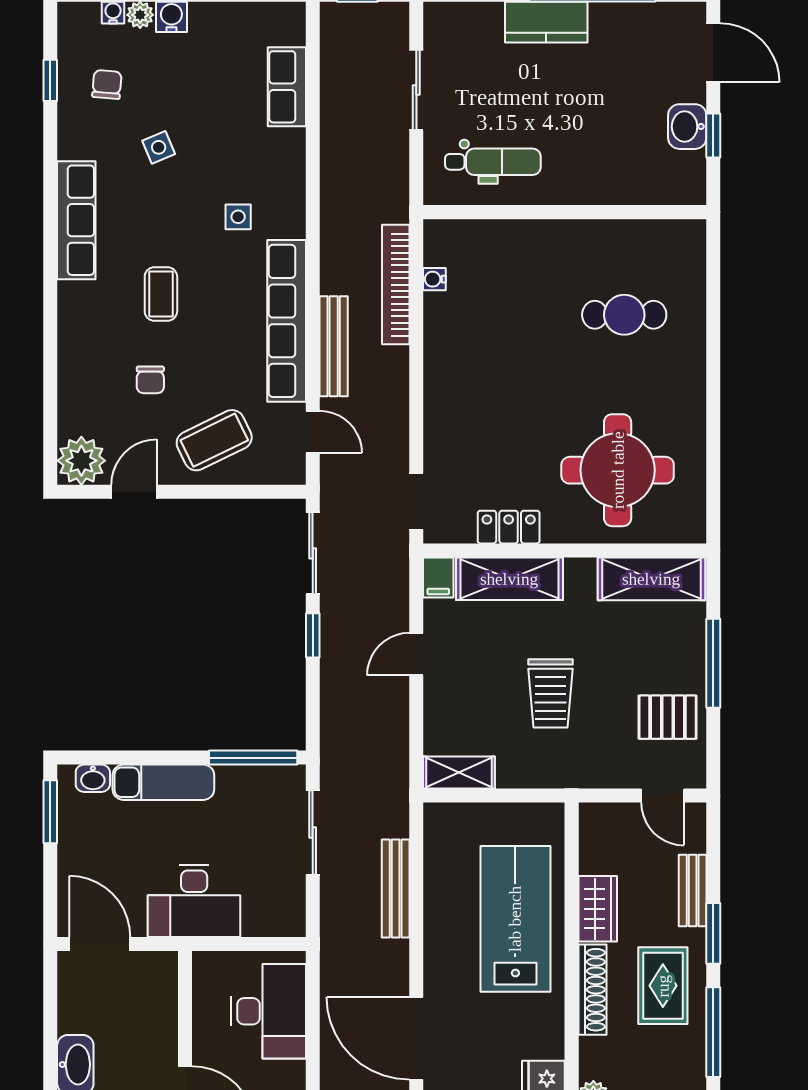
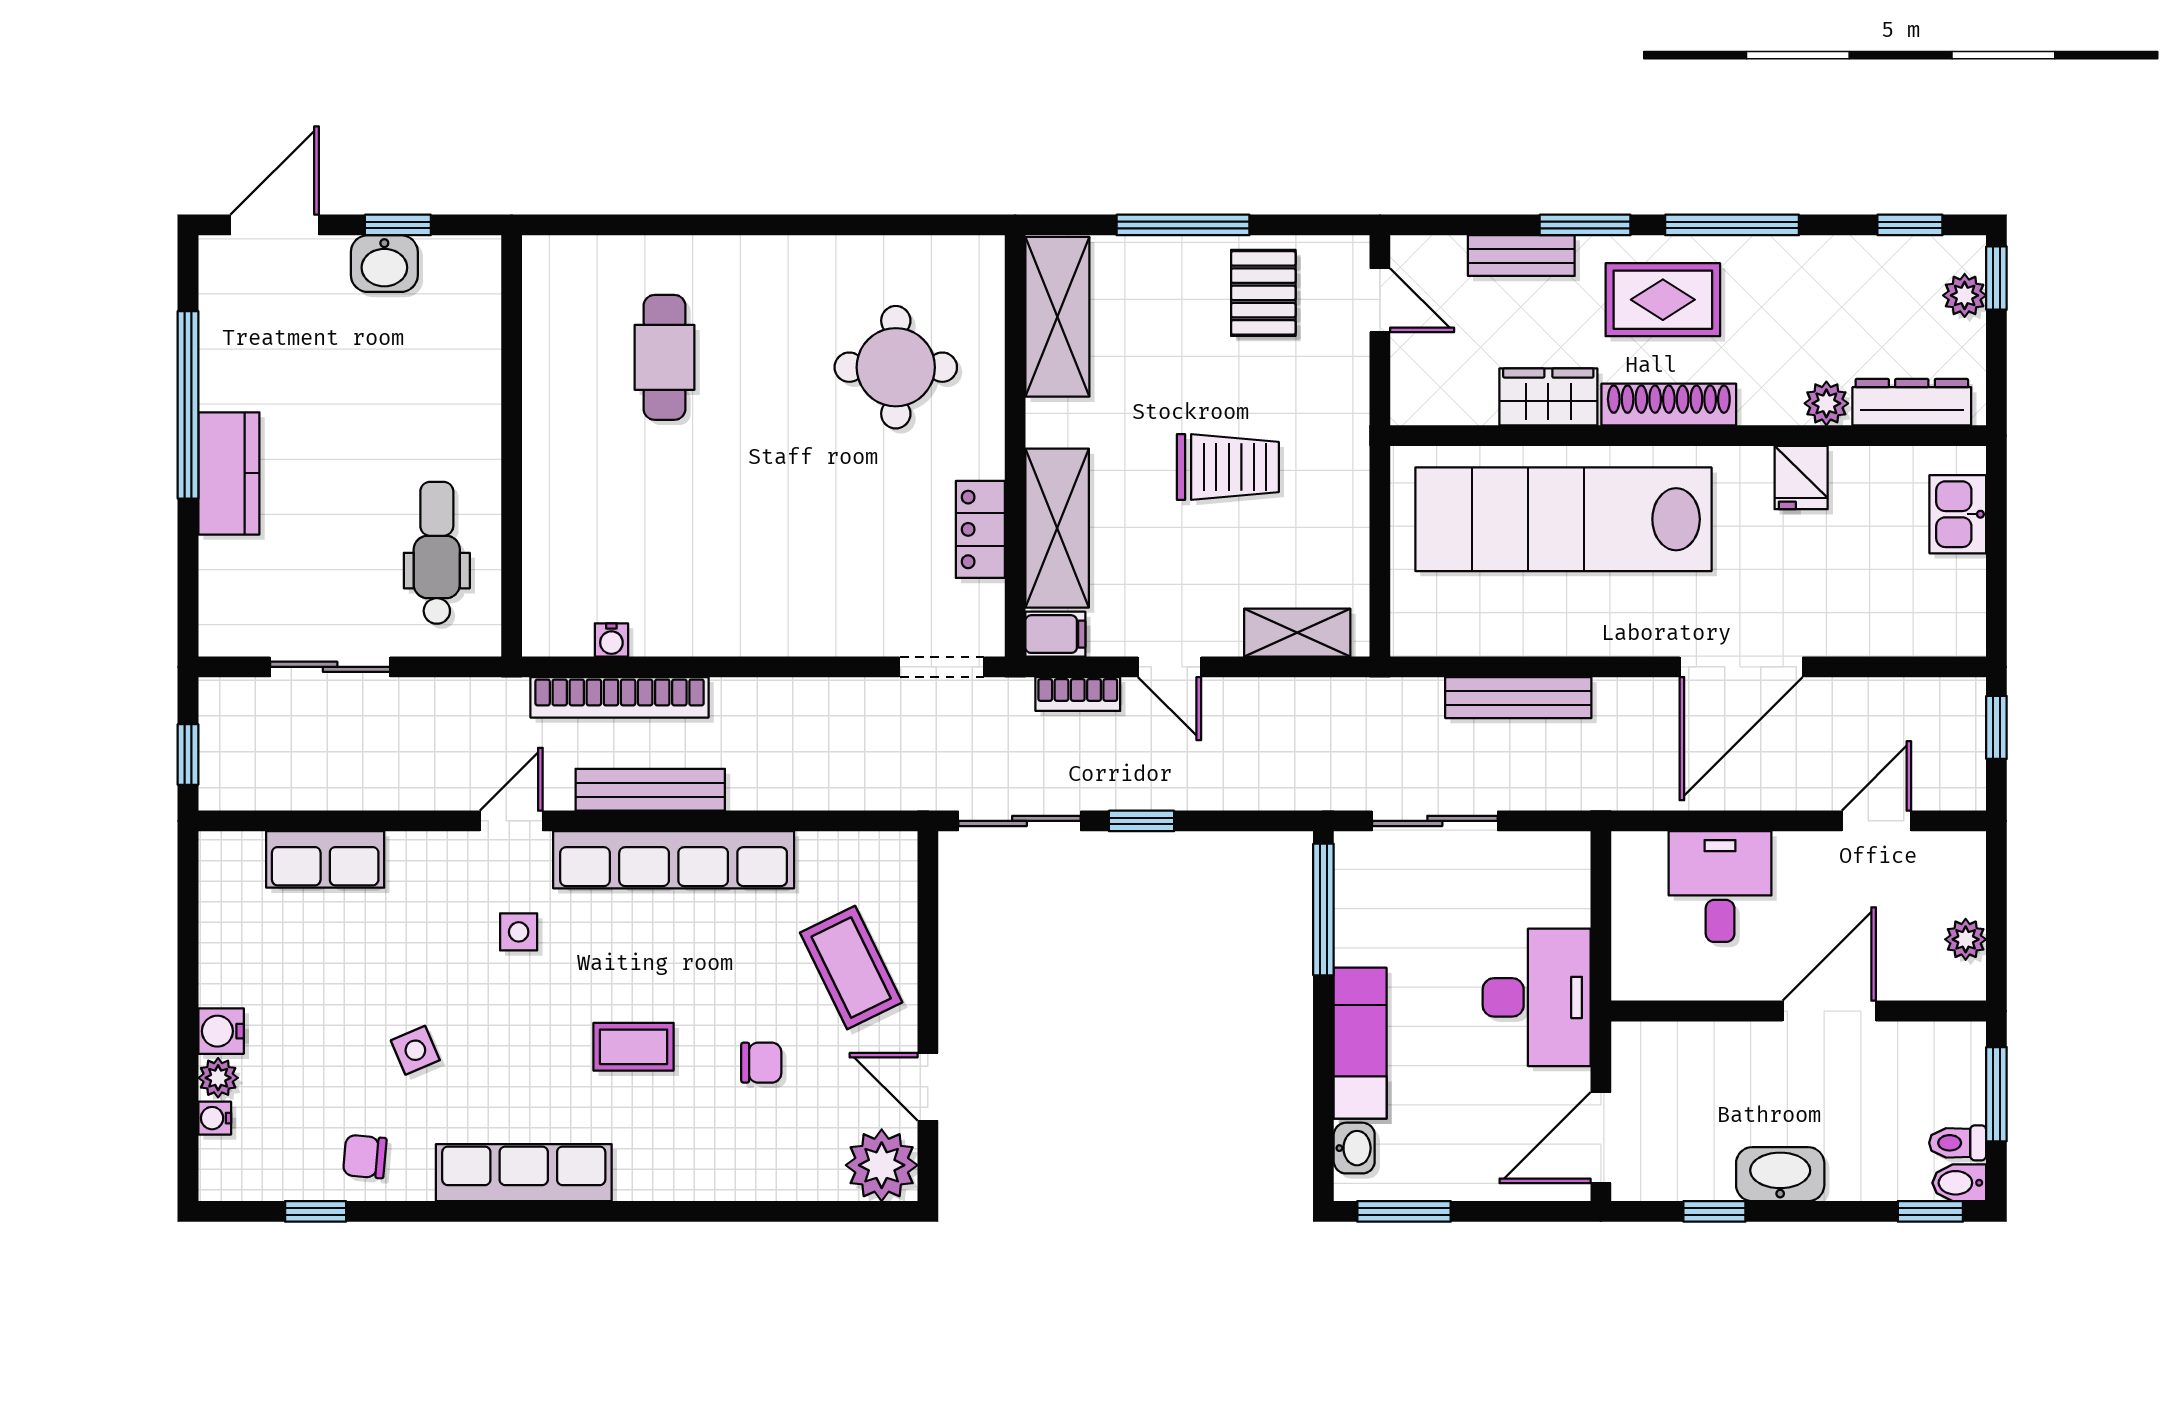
chair: (107, 84) -> (365, 1157), moved
bench: (334, 346) -> (650, 790), moved
door: (313, 432) -> (511, 821), moved
round table: (618, 470) -> (896, 367), width x0.73, depth x0.73
bookcase: (398, 593) -> (1078, 694), added
shelving: (459, 773) -> (1297, 633), moved, turned 90
door: (663, 796) -> (1380, 300), hinge flipped
lab bench: (515, 919) -> (1563, 519), width x1.36
desk: (269, 1011) -> (1720, 887), width x0.73
window: (50, 1020) -> (1714, 1211), added

